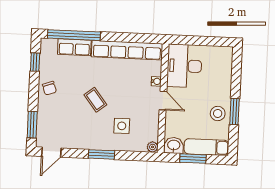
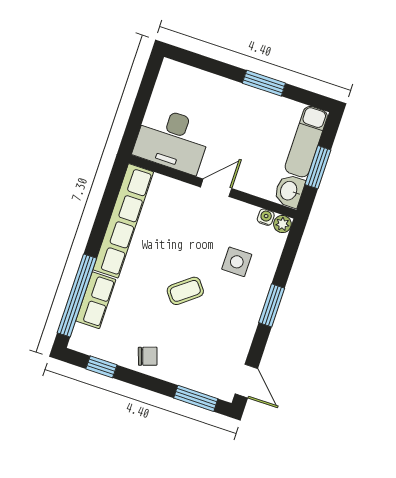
water cooler: (156, 81) -> (266, 217), moved
stool: (218, 113) -> (260, 110), removed

